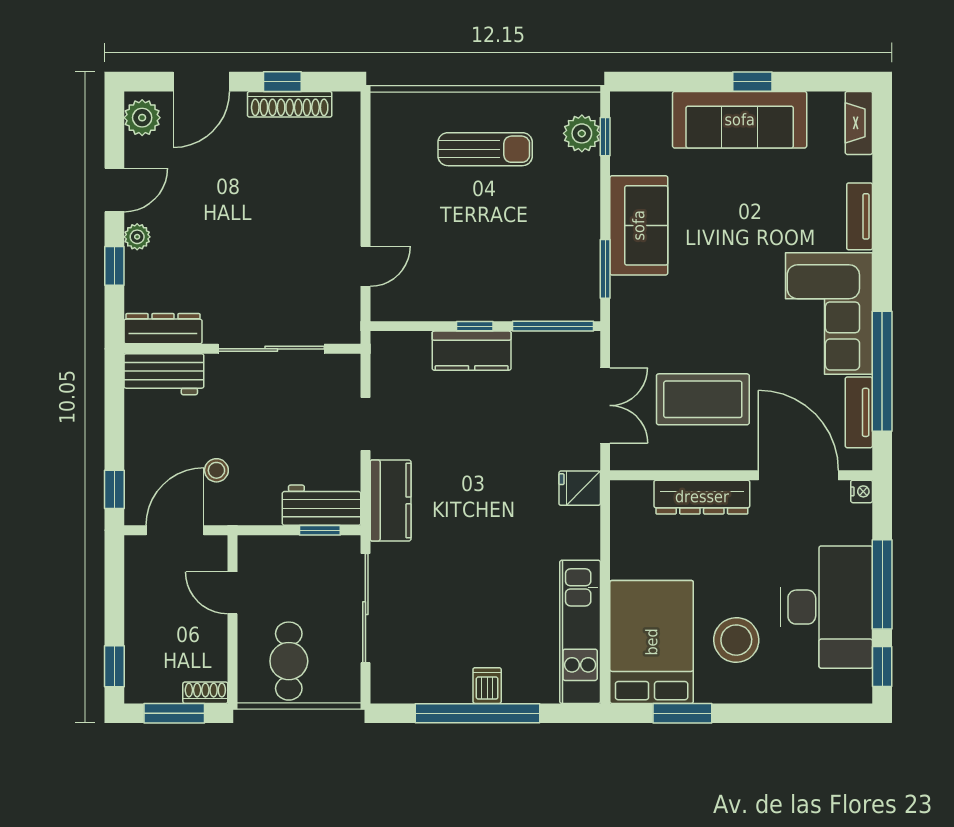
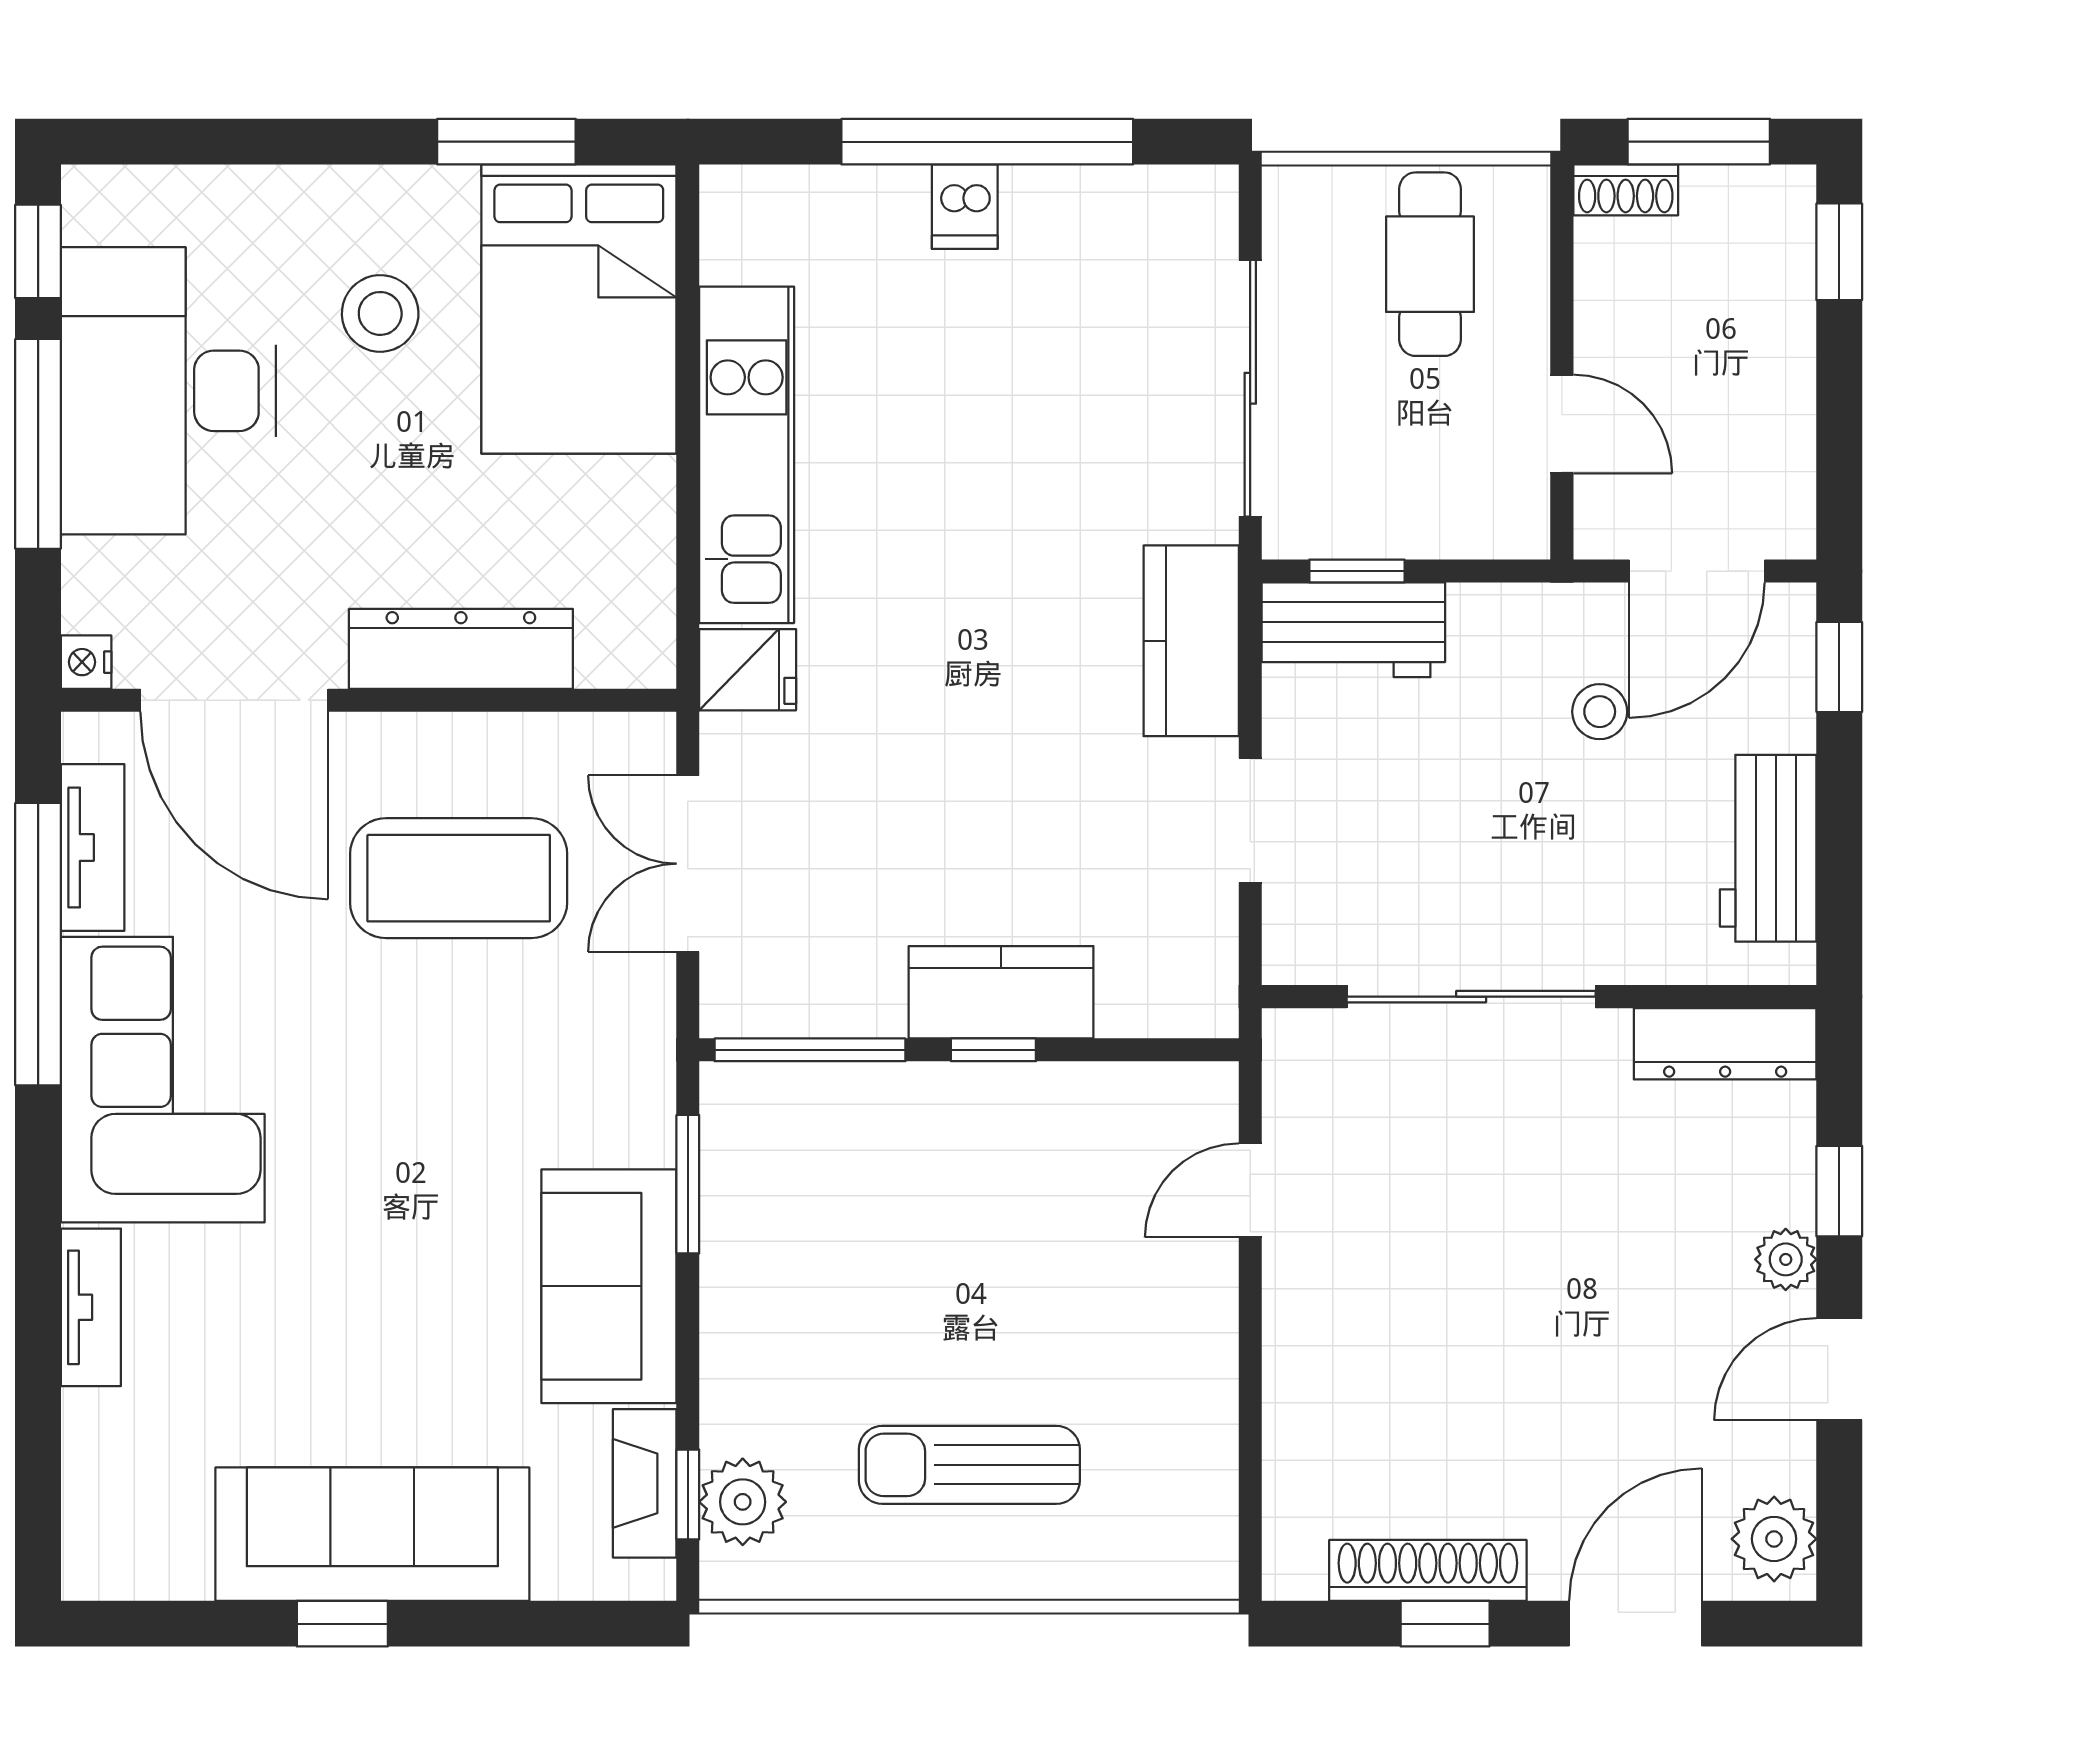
fireplace: (859, 123) -> (645, 1483), moved, turned 180
workbench: (164, 374) -> (1768, 848), moved, turned -90
kitchen unit: (580, 632) -> (747, 455), moved
stool: (736, 640) -> (380, 313), width x0.73, depth x0.73

